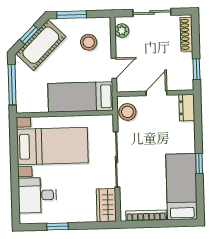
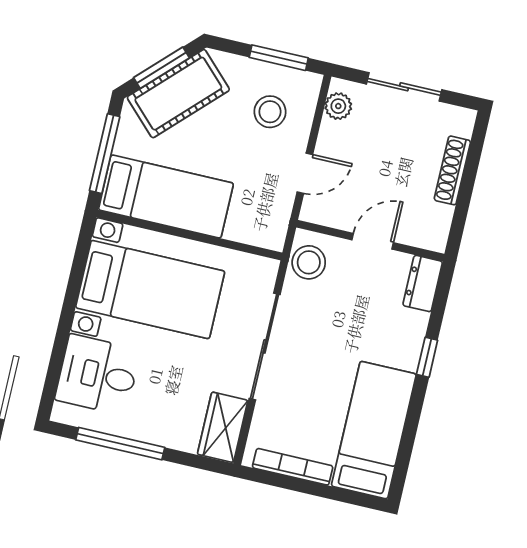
window: (72, 15) -> (279, 58), moved
shoe rack: (186, 34) -> (452, 170), moved
window: (29, 35) -> (161, 68), width x1.50
window: (196, 69) -> (460, 216), removed
bed: (80, 97) -> (166, 197), moved, turned 180
window: (199, 163) -> (427, 357), moved
window: (58, 226) -> (120, 444), width x2.17

